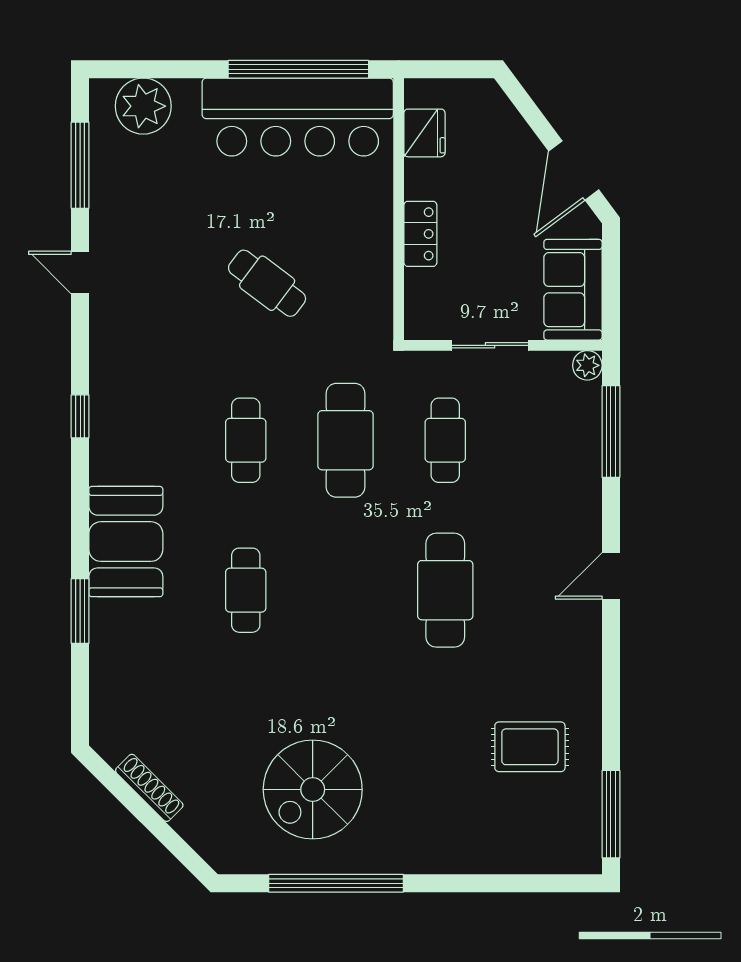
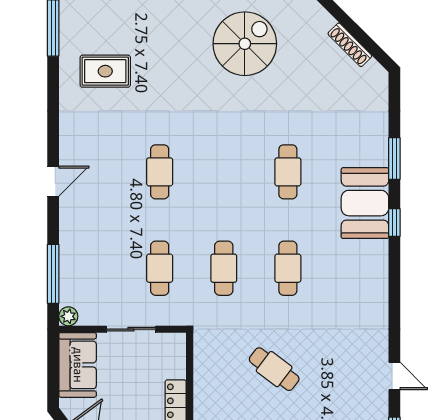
window: (80, 416) -> (394, 222), moved
cafe table: (345, 440) -> (224, 268), width x0.73, depth x0.74
cafe table: (445, 590) -> (160, 172), width x0.73, depth x0.74

